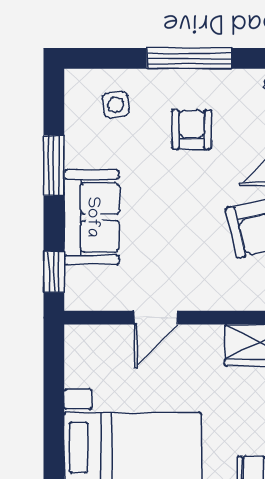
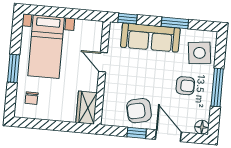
side table: (116, 105) -> (199, 53), width x1.87, depth x1.87
sofa: (92, 217) -> (150, 38), width x1.36

